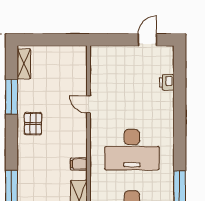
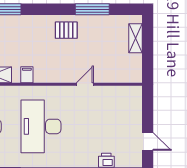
shelving: (24, 64) -> (136, 38), moved, turned 90

